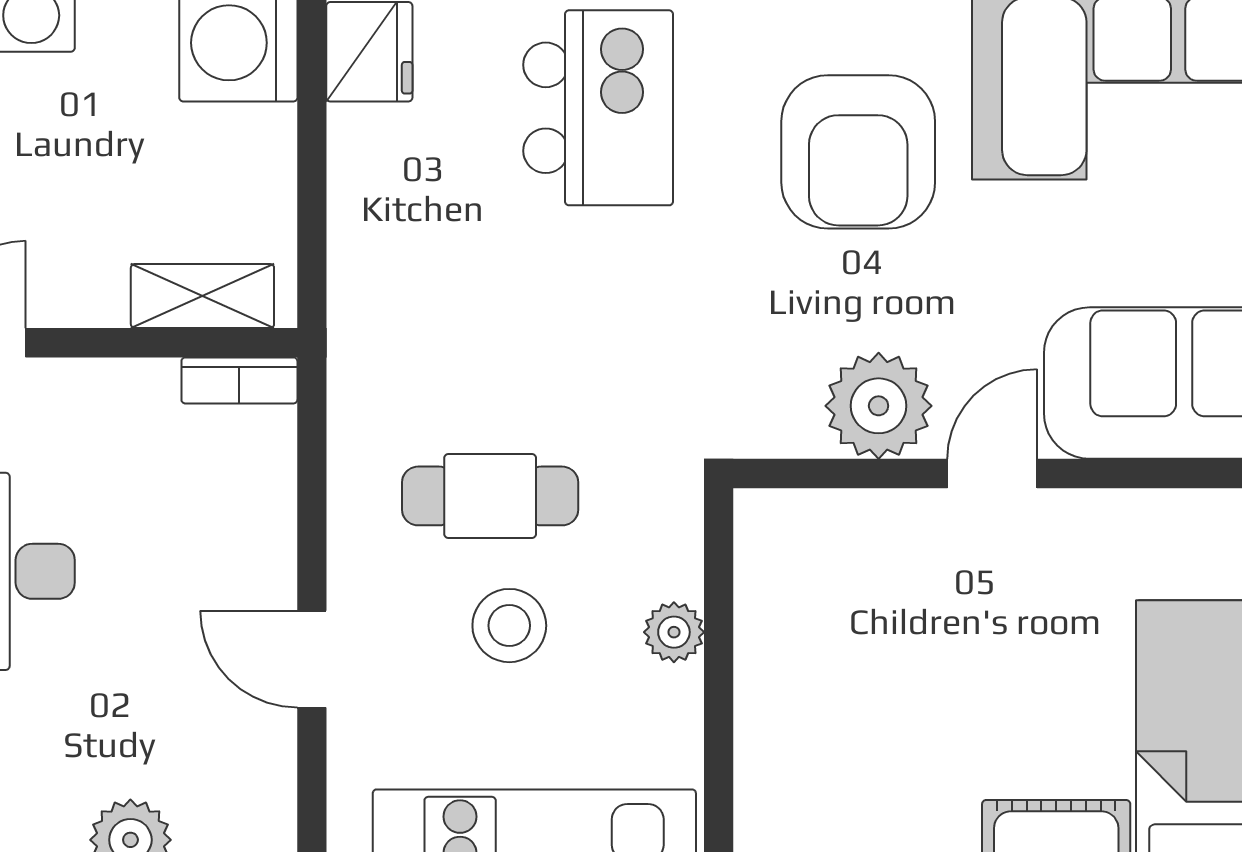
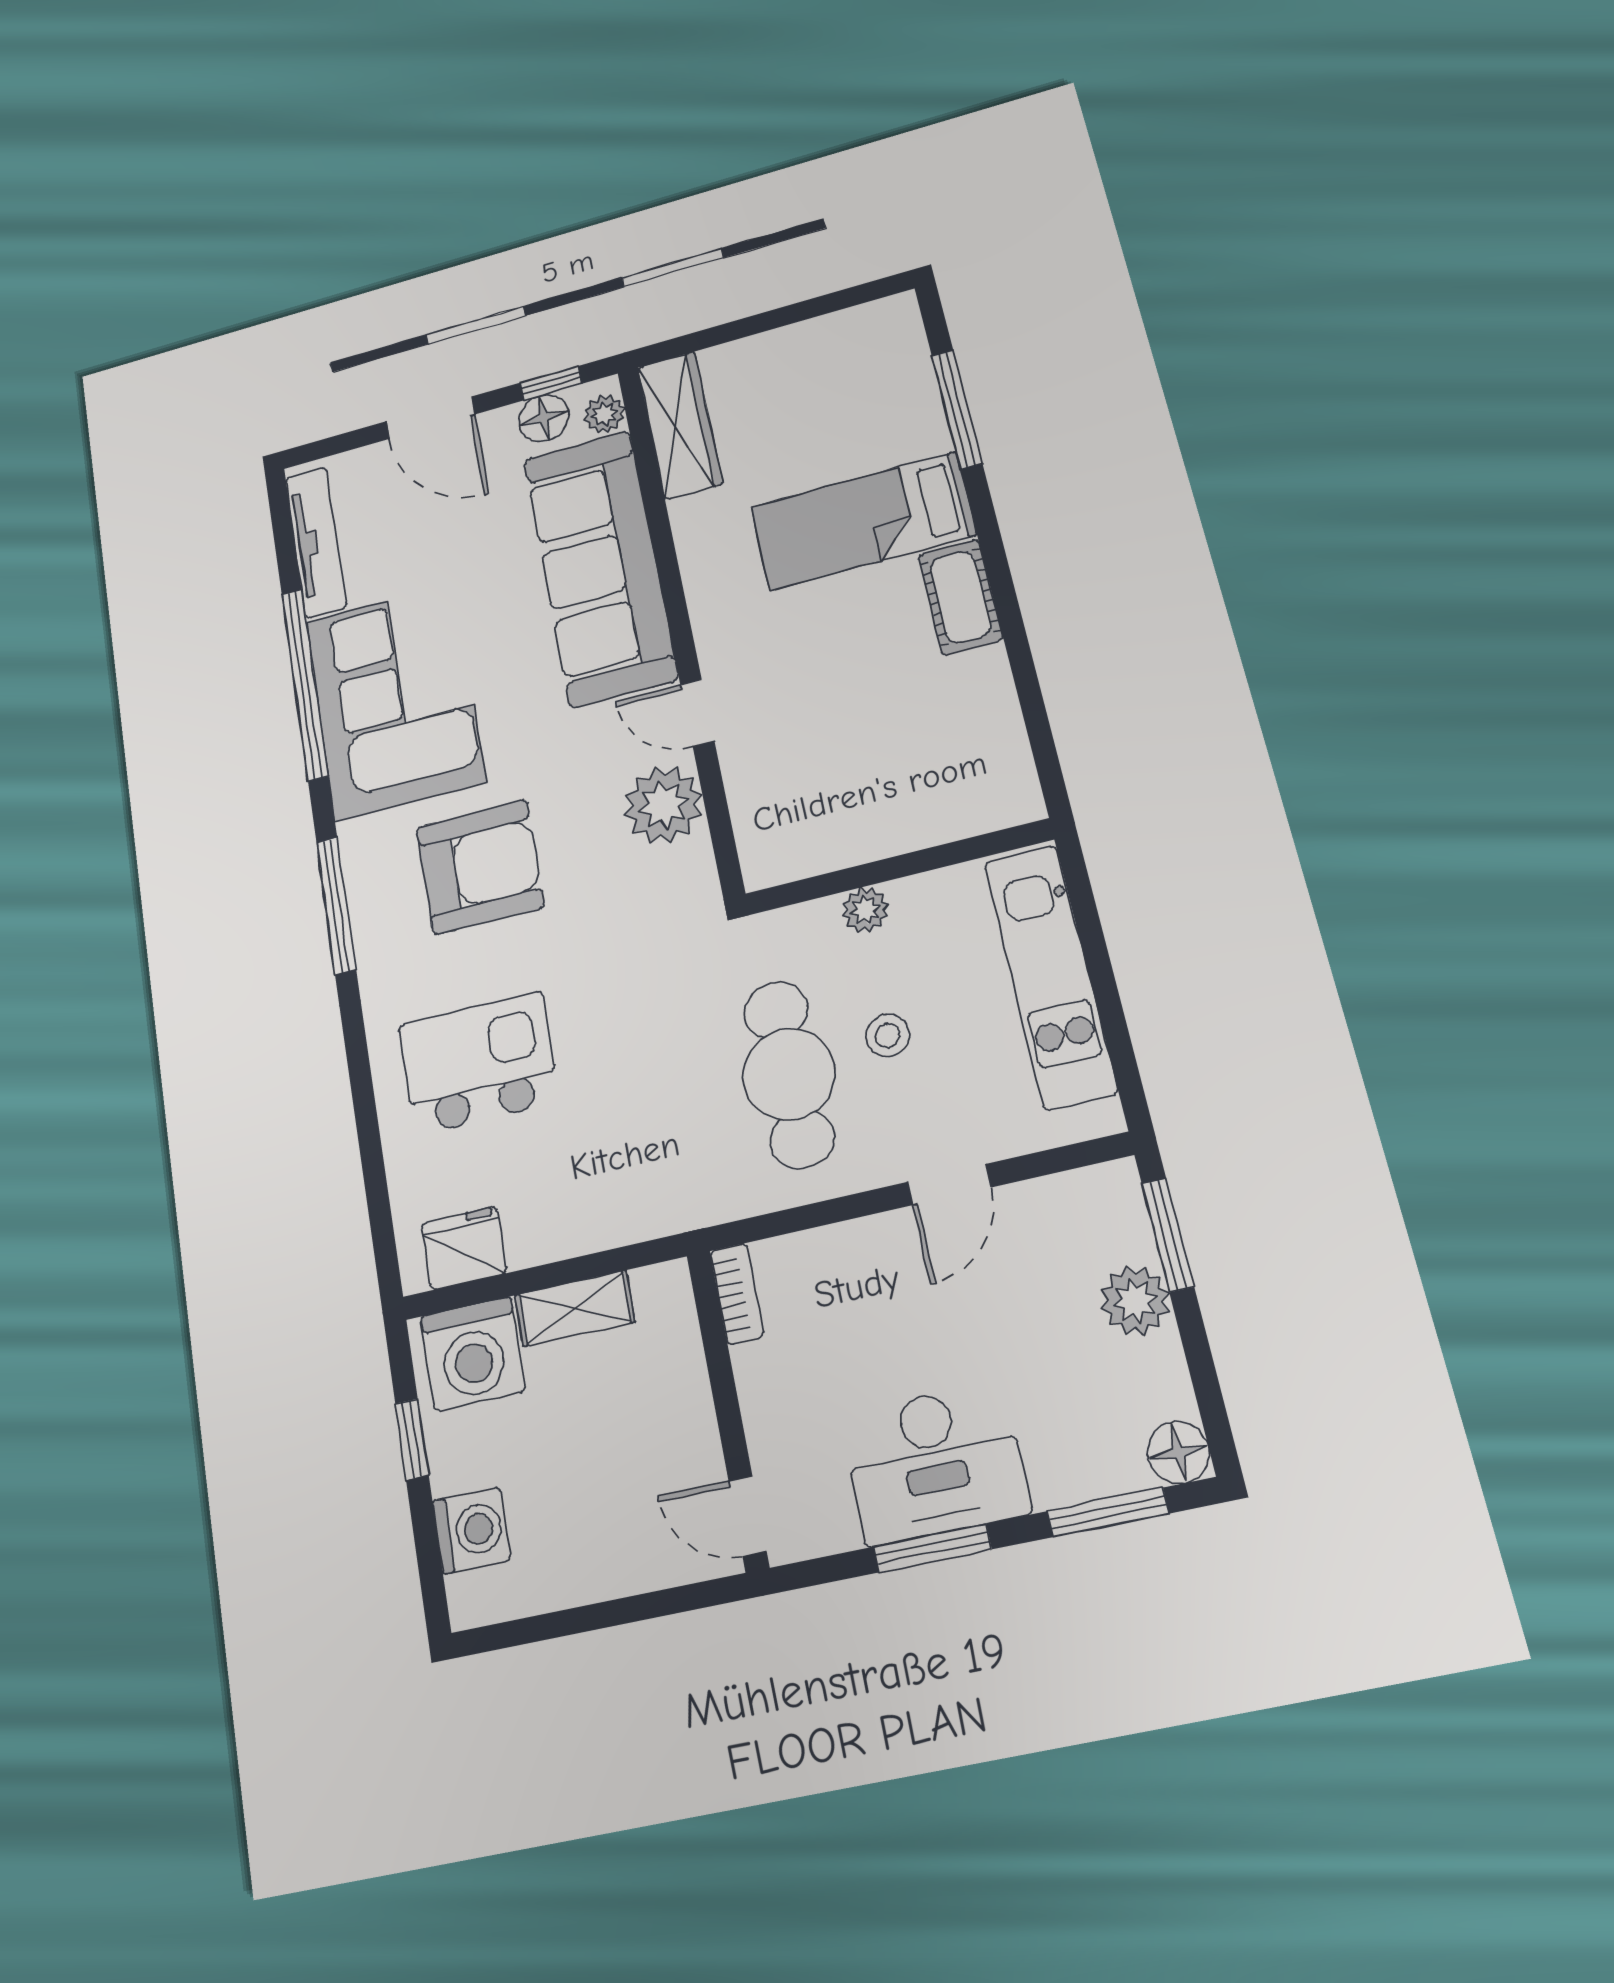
shelving: (202, 296) -> (575, 1308), moved, turned 90
cafe table: (490, 496) -> (789, 1074), width x1.37, depth x1.35
stool: (509, 626) -> (888, 1035), width x0.73, depth x0.73

